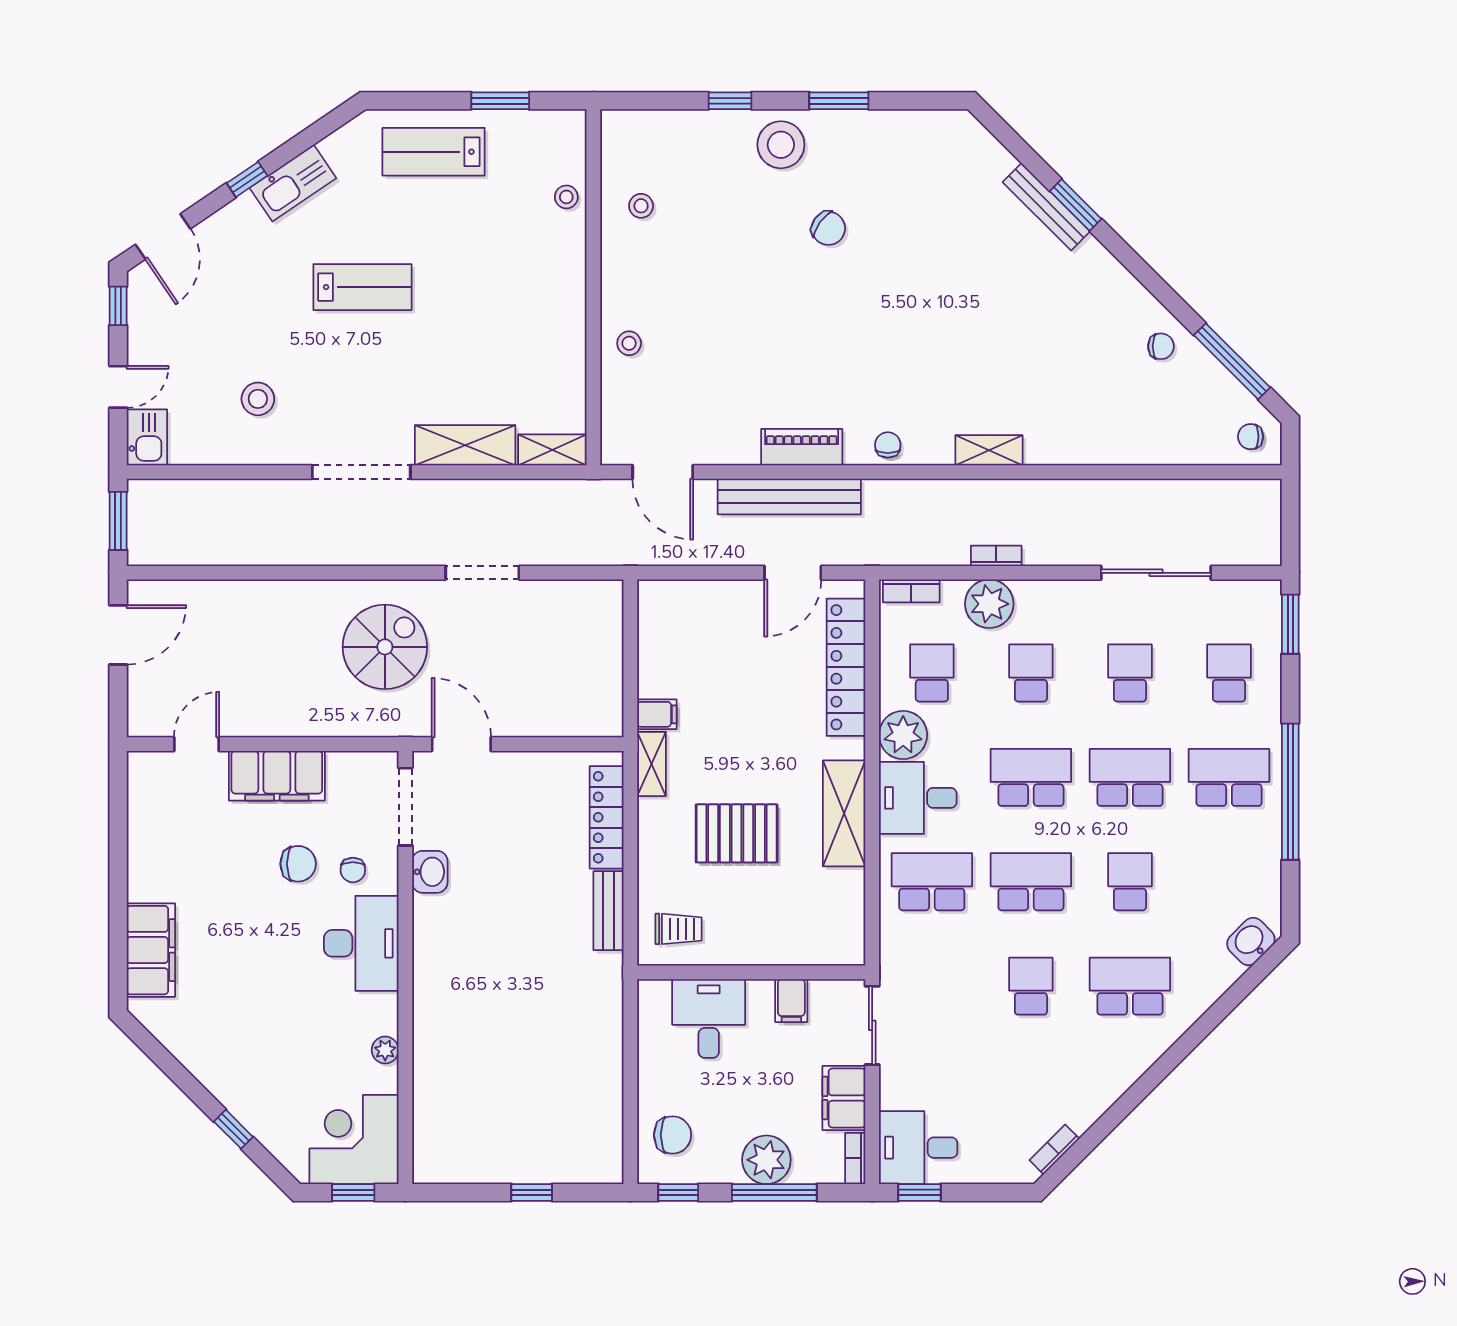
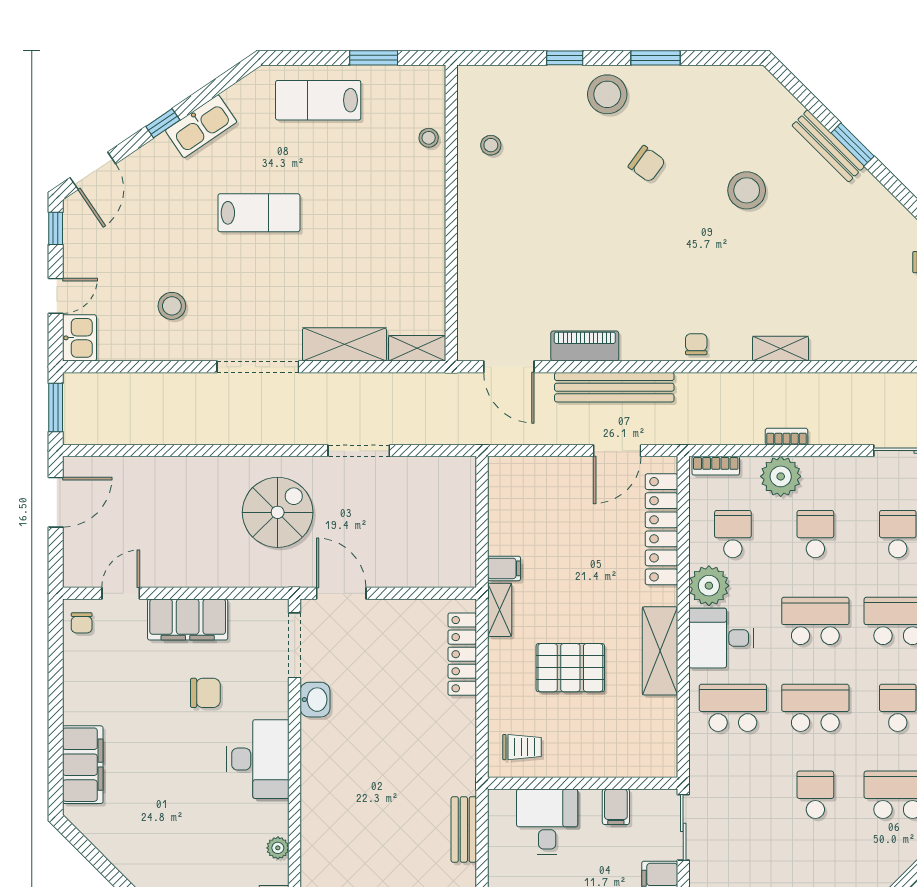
stool: (629, 343) -> (747, 190), moved, width x1.89, depth x1.89
piano: (802, 447) -> (585, 346), moved
chair: (353, 870) -> (82, 623), moved
bench: (609, 911) -> (464, 829), moved

